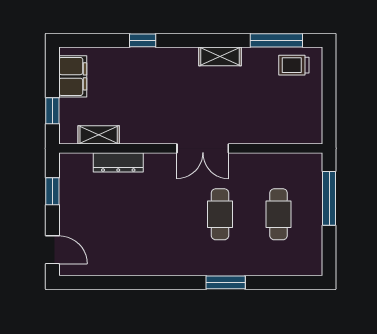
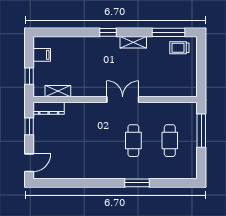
window: (143, 40) -> (108, 32), moved
filing cabinet: (73, 76) -> (42, 55), width x0.50
double door: (203, 148) -> (123, 100), swing flipped
dresser: (118, 162) -> (49, 108), moved
door: (52, 250) -> (29, 163), hinge flipped

